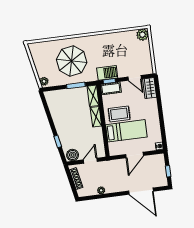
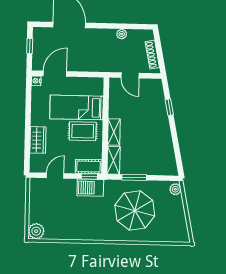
door: (135, 78) -> (55, 176), hinge flipped
wardrobe: (150, 88) -> (38, 140), moved
boiler: (73, 155) -> (152, 86), removed
door: (135, 155) -> (55, 74), moved
door: (90, 161) -> (130, 75), hinge flipped

